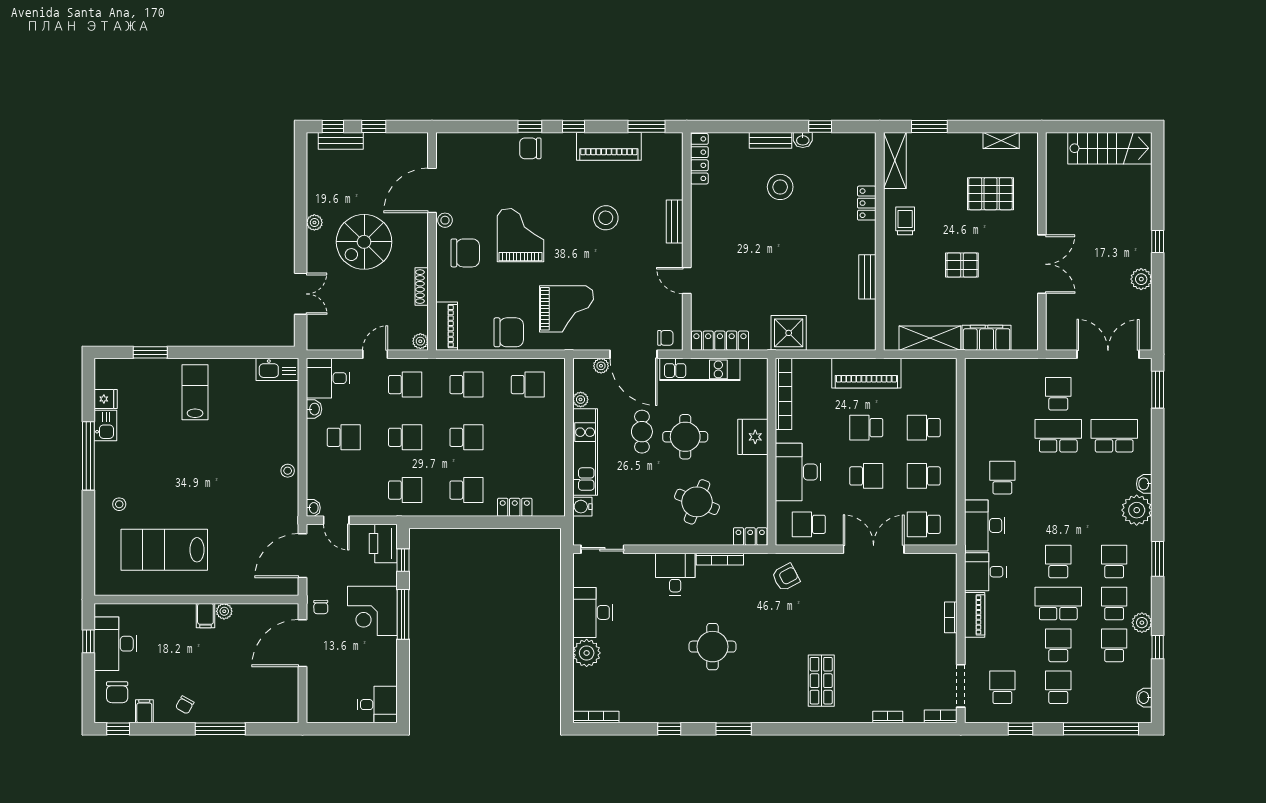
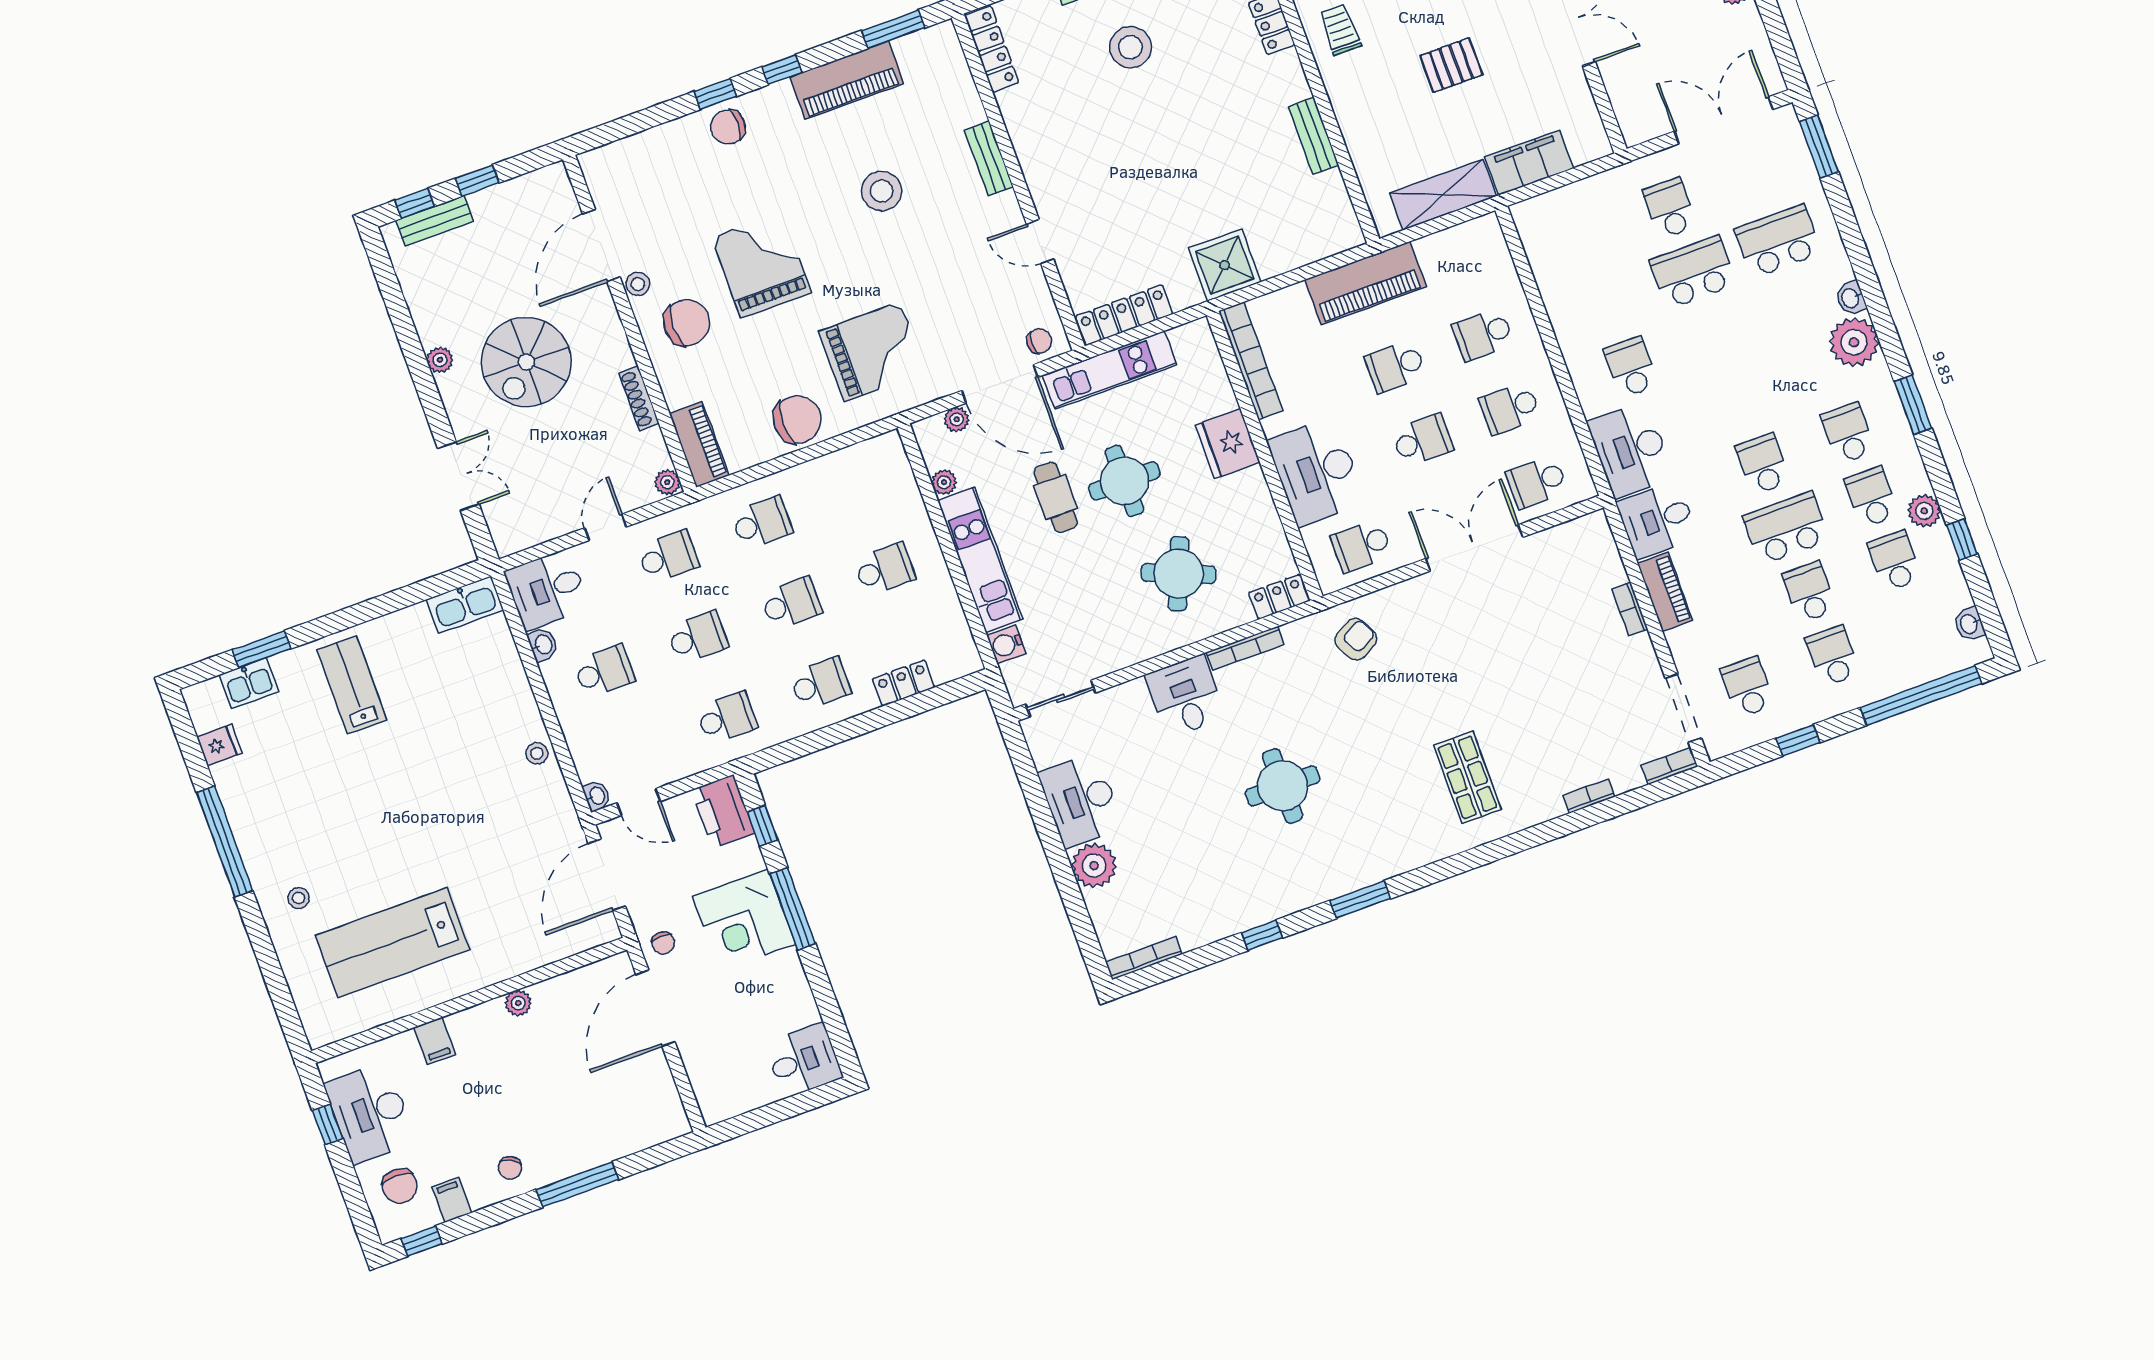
school desk: (528, 385) -> (885, 569), moved
kitchen sink: (105, 426) -> (249, 683), moved, turned 90
filing cabinet: (205, 616) -> (435, 1041), moved

